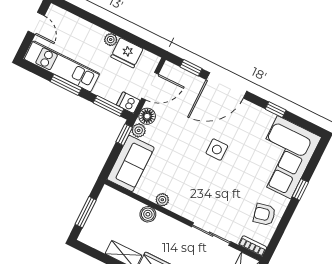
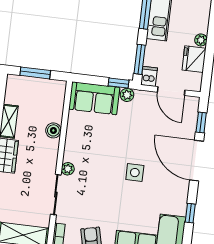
floor lamp: (147, 116) -> (143, 98), removed
plant: (162, 200) -> (68, 169), moved

